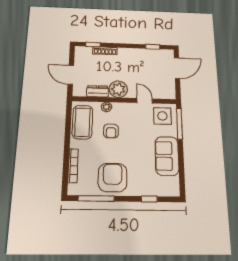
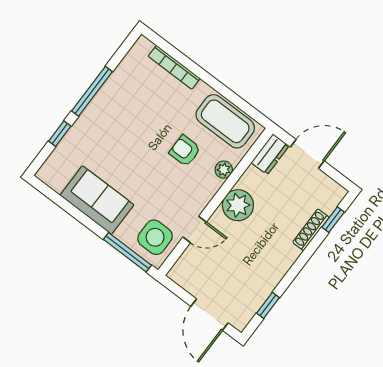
dresser: (98, 91) -> (270, 154), moved
armchair: (113, 178) -> (121, 107), removed
window: (96, 198) -> (92, 91), moved

